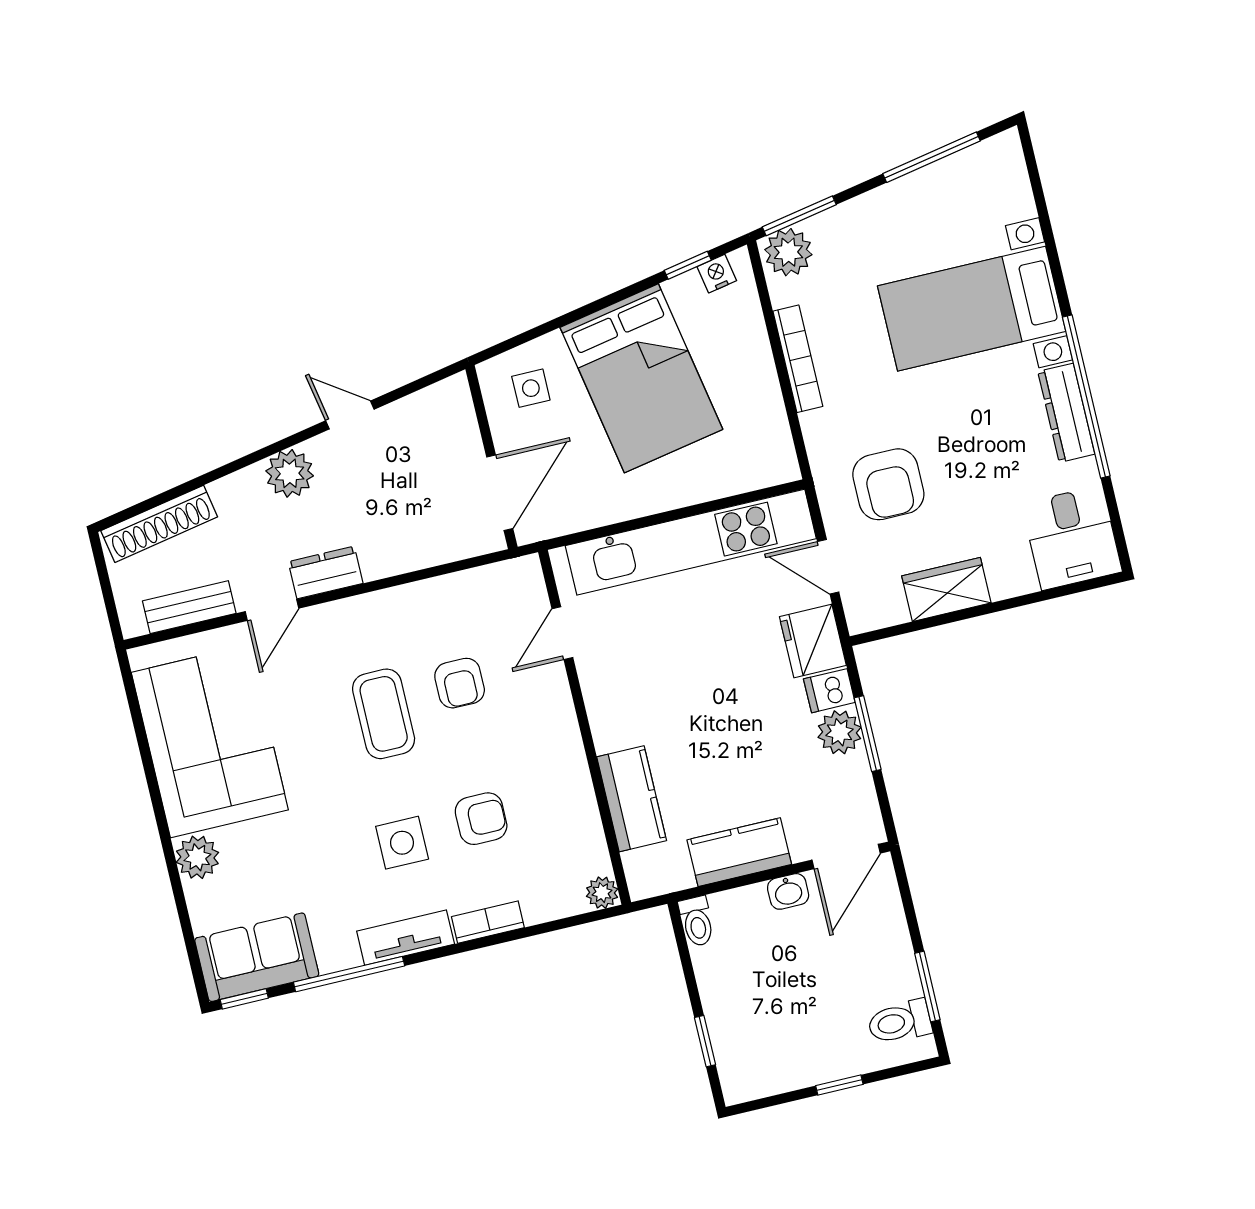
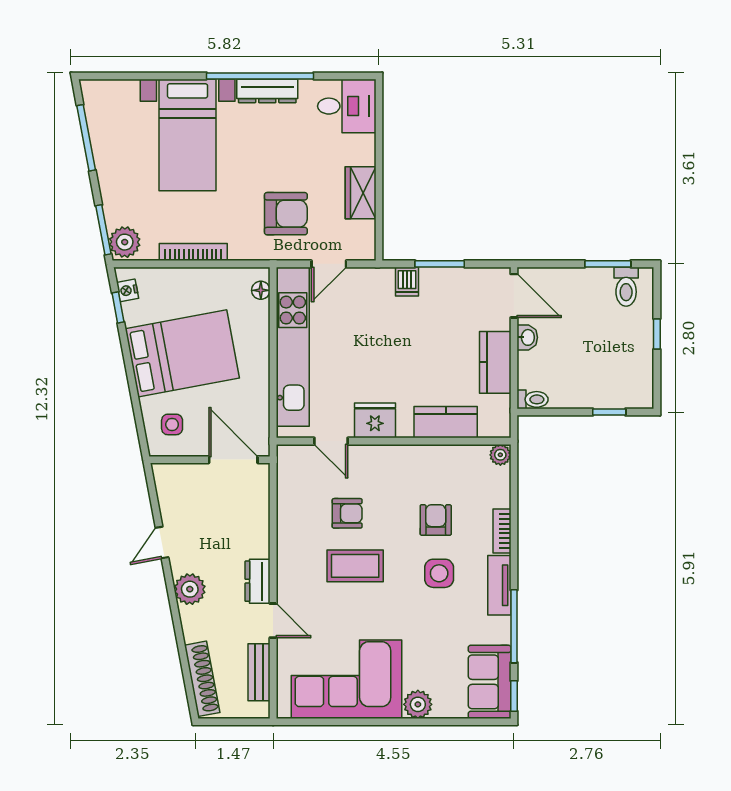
floor lamp: (764, 474) -> (261, 290), added
fridge: (813, 641) -> (375, 420), moved, turned 180
plant: (839, 732) -> (435, 281), removed

